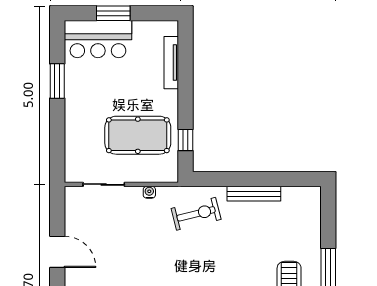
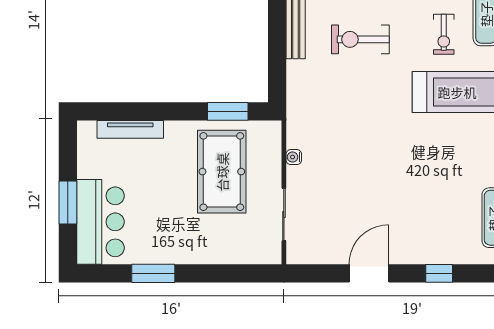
window: (186, 140) -> (228, 111), width x1.50
exercise bike: (196, 214) -> (360, 39), moved, turned -76

